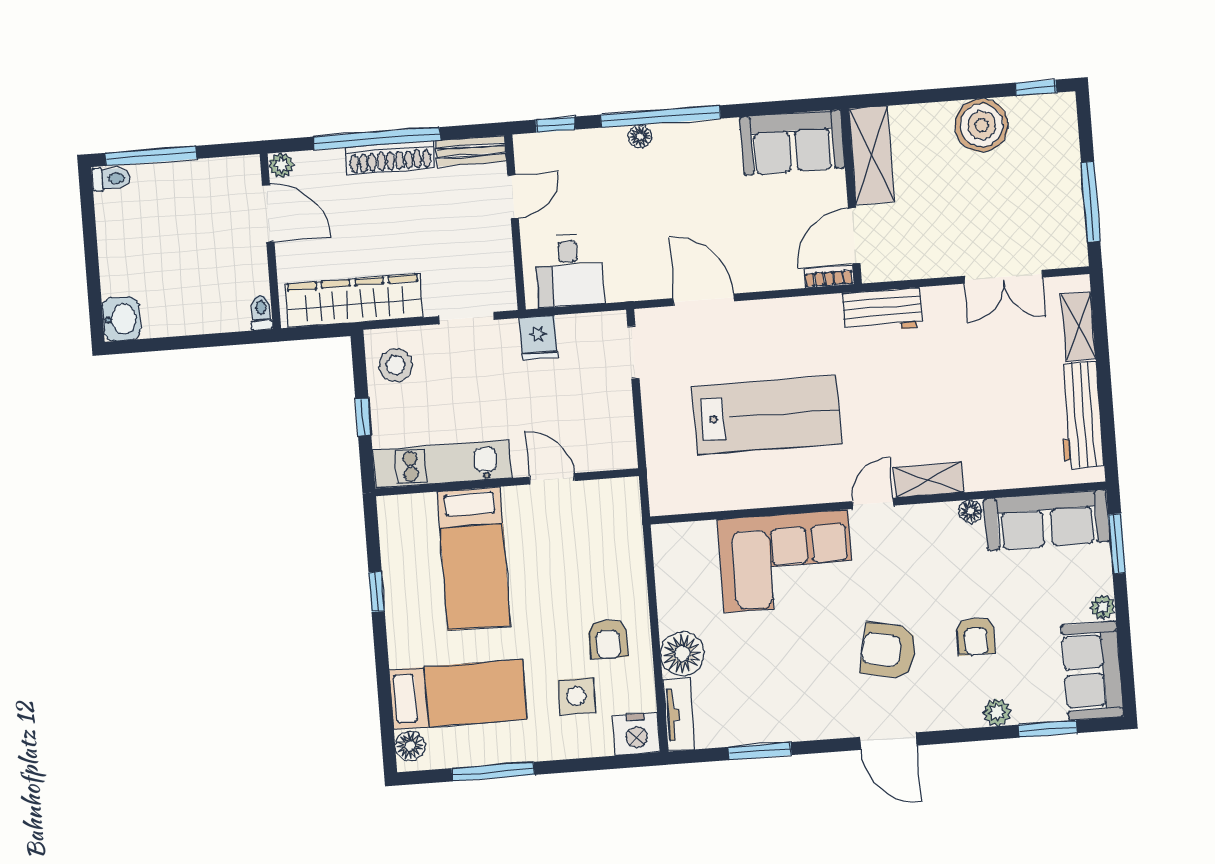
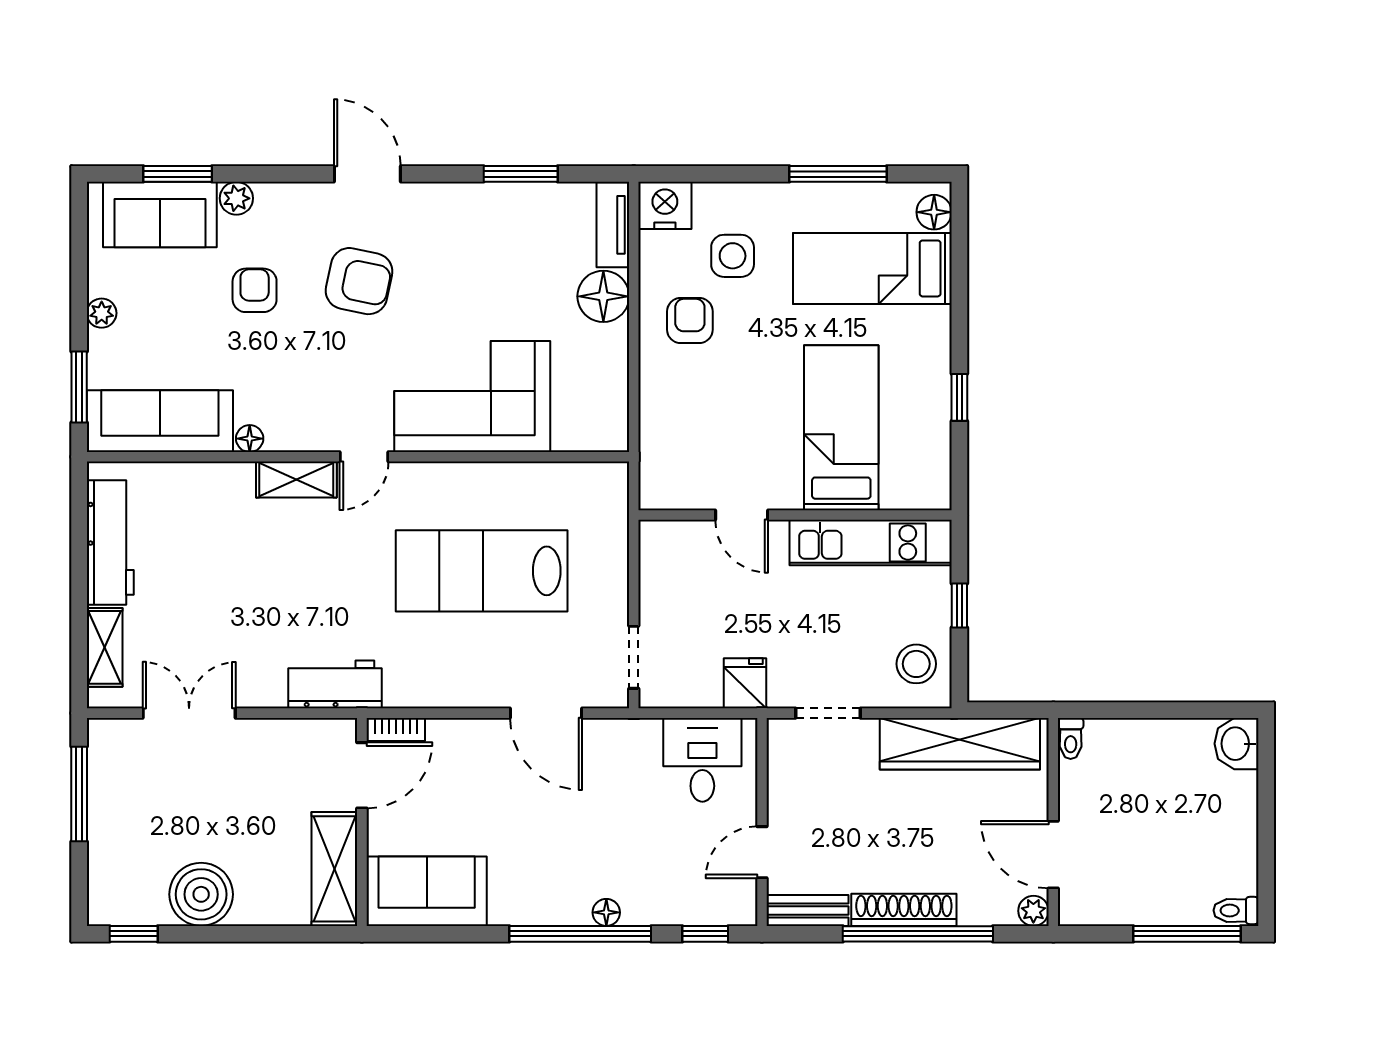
sofa: (1092, 671) -> (160, 215), moved, turned 90

